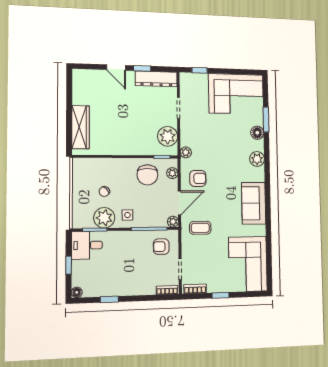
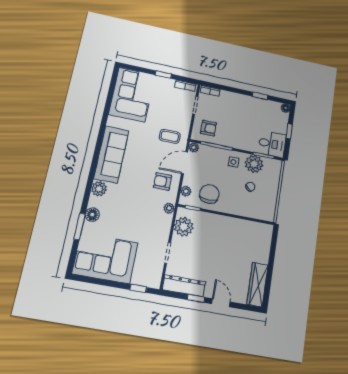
wardrobe: (81, 127) -> (257, 285), moved
sofa: (254, 203) -> (111, 154), width x1.36

